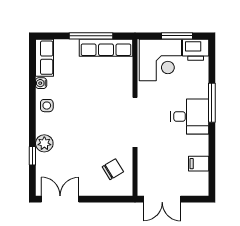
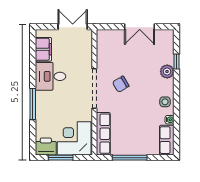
row of seats: (106, 48) -> (103, 134), moved, turned 90
desk: (190, 117) -> (51, 76), moved
filing cabinet: (199, 164) -> (43, 49), width x2.00
chair: (113, 169) -> (121, 84), moved
double door: (60, 199) -> (140, 27), moved

